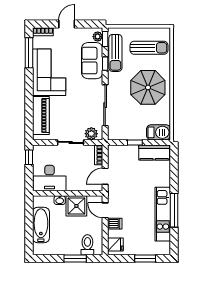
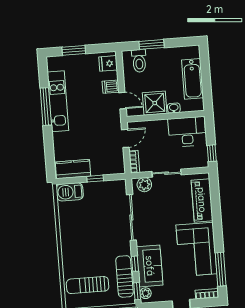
parasol: (148, 87) -> (85, 241), removed

